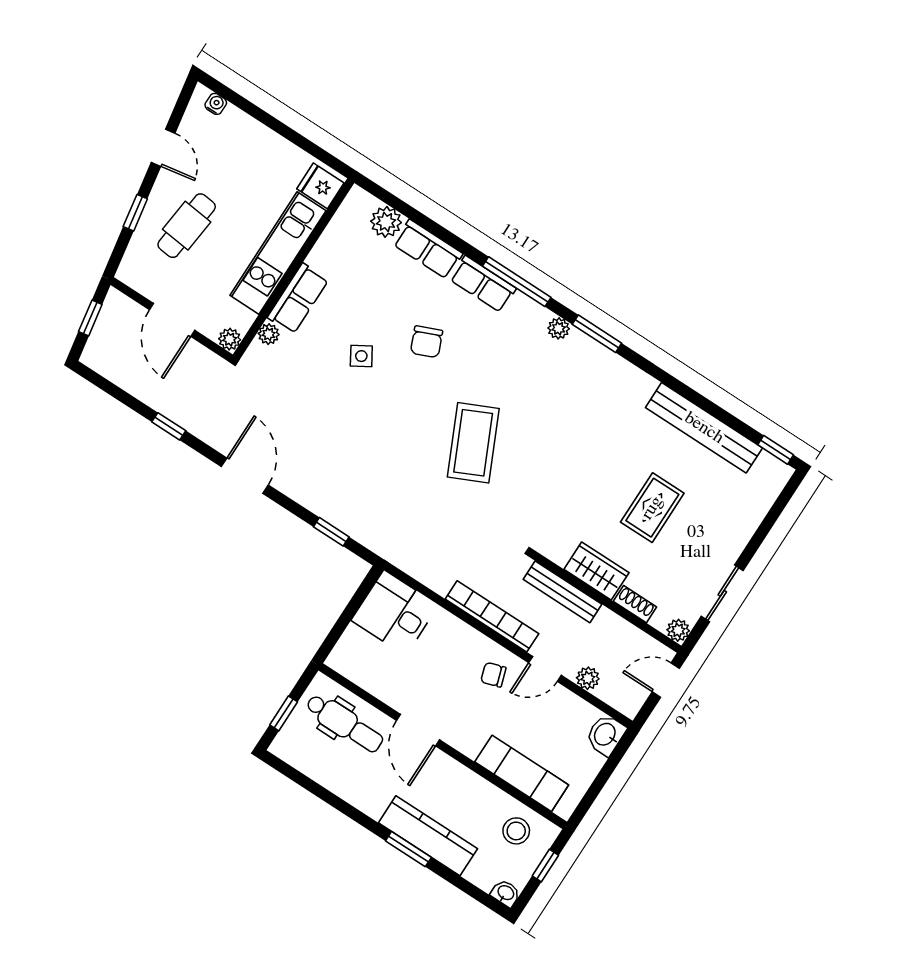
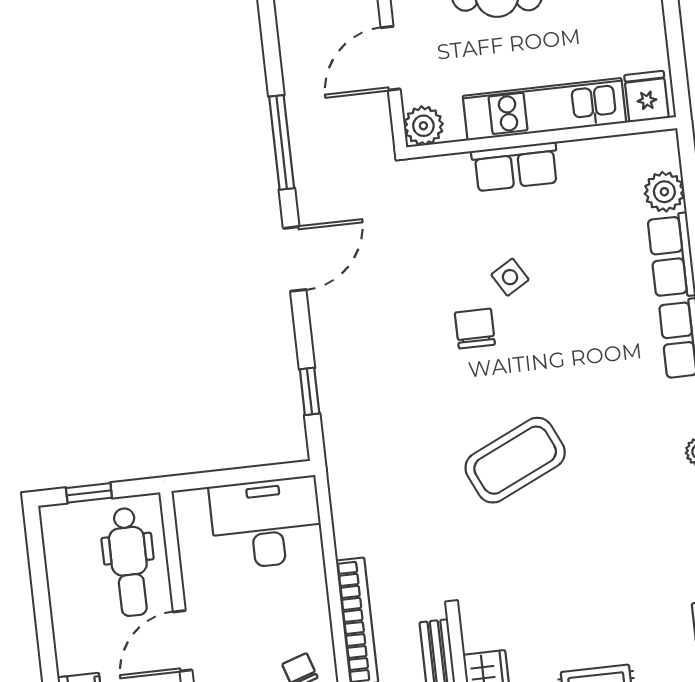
plant: (269, 334) -> (456, 166), removed
plant: (230, 339) -> (423, 126), width x1.38, depth x1.38
chair: (427, 342) -> (475, 329), moved, turned 113
window: (169, 426) -> (282, 142), width x2.17
desk: (395, 613) -> (266, 523), width x1.37

